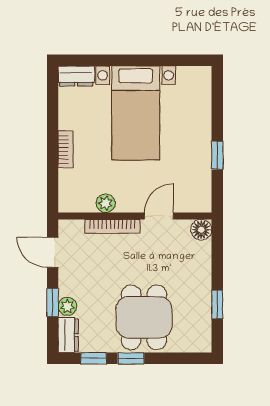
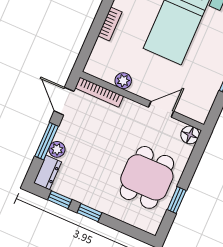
bookcase: (112, 226) -> (99, 92), moved
window: (53, 303) -> (47, 141), width x1.50
dining table: (144, 317) -> (147, 177), moved

